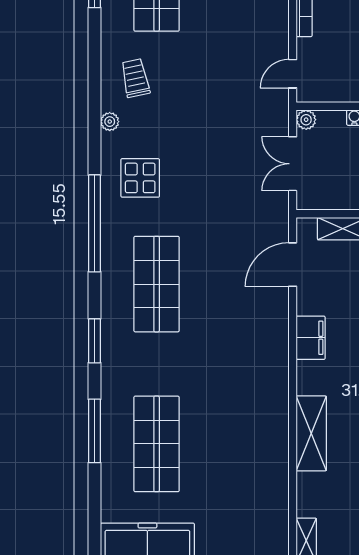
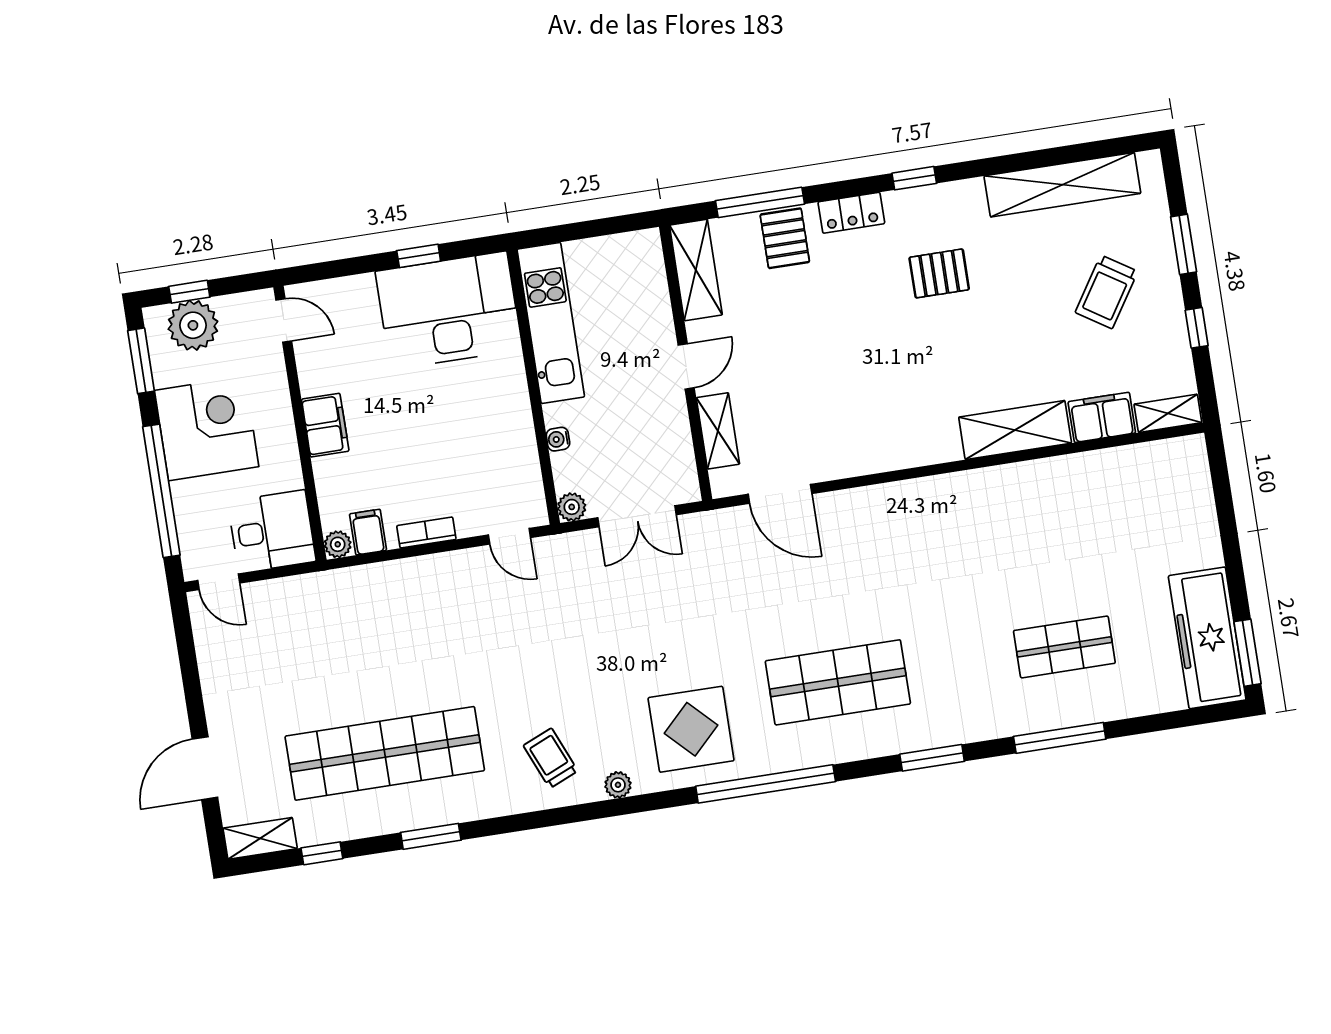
trolley: (135, 78) -> (551, 758), turned 79
display table: (140, 178) -> (691, 729), width x1.36, depth x1.36
filing cabinet: (311, 338) -> (1102, 417), moved
shop shelf: (157, 444) -> (1064, 647), width x0.70, depth x0.74

